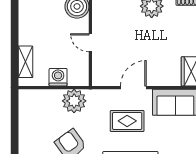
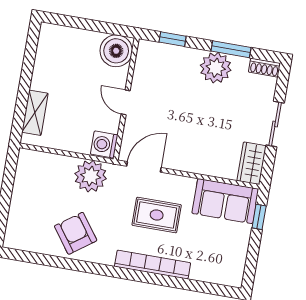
washing machine: (58, 77) -> (104, 144), moved, turned -90
door: (133, 88) -> (144, 167), moved

